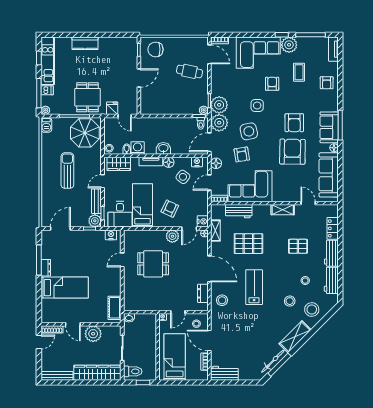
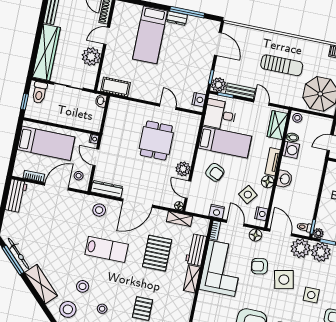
shelving: (283, 210) -> (192, 279), moved
nightstand: (203, 221) -> (217, 211), moved
dresser: (203, 293) -> (107, 189), width x1.44

